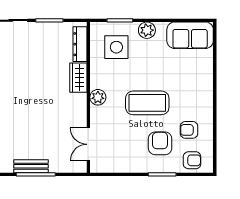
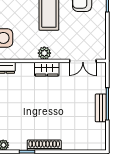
wardrobe: (78, 78) -> (47, 69), moved

